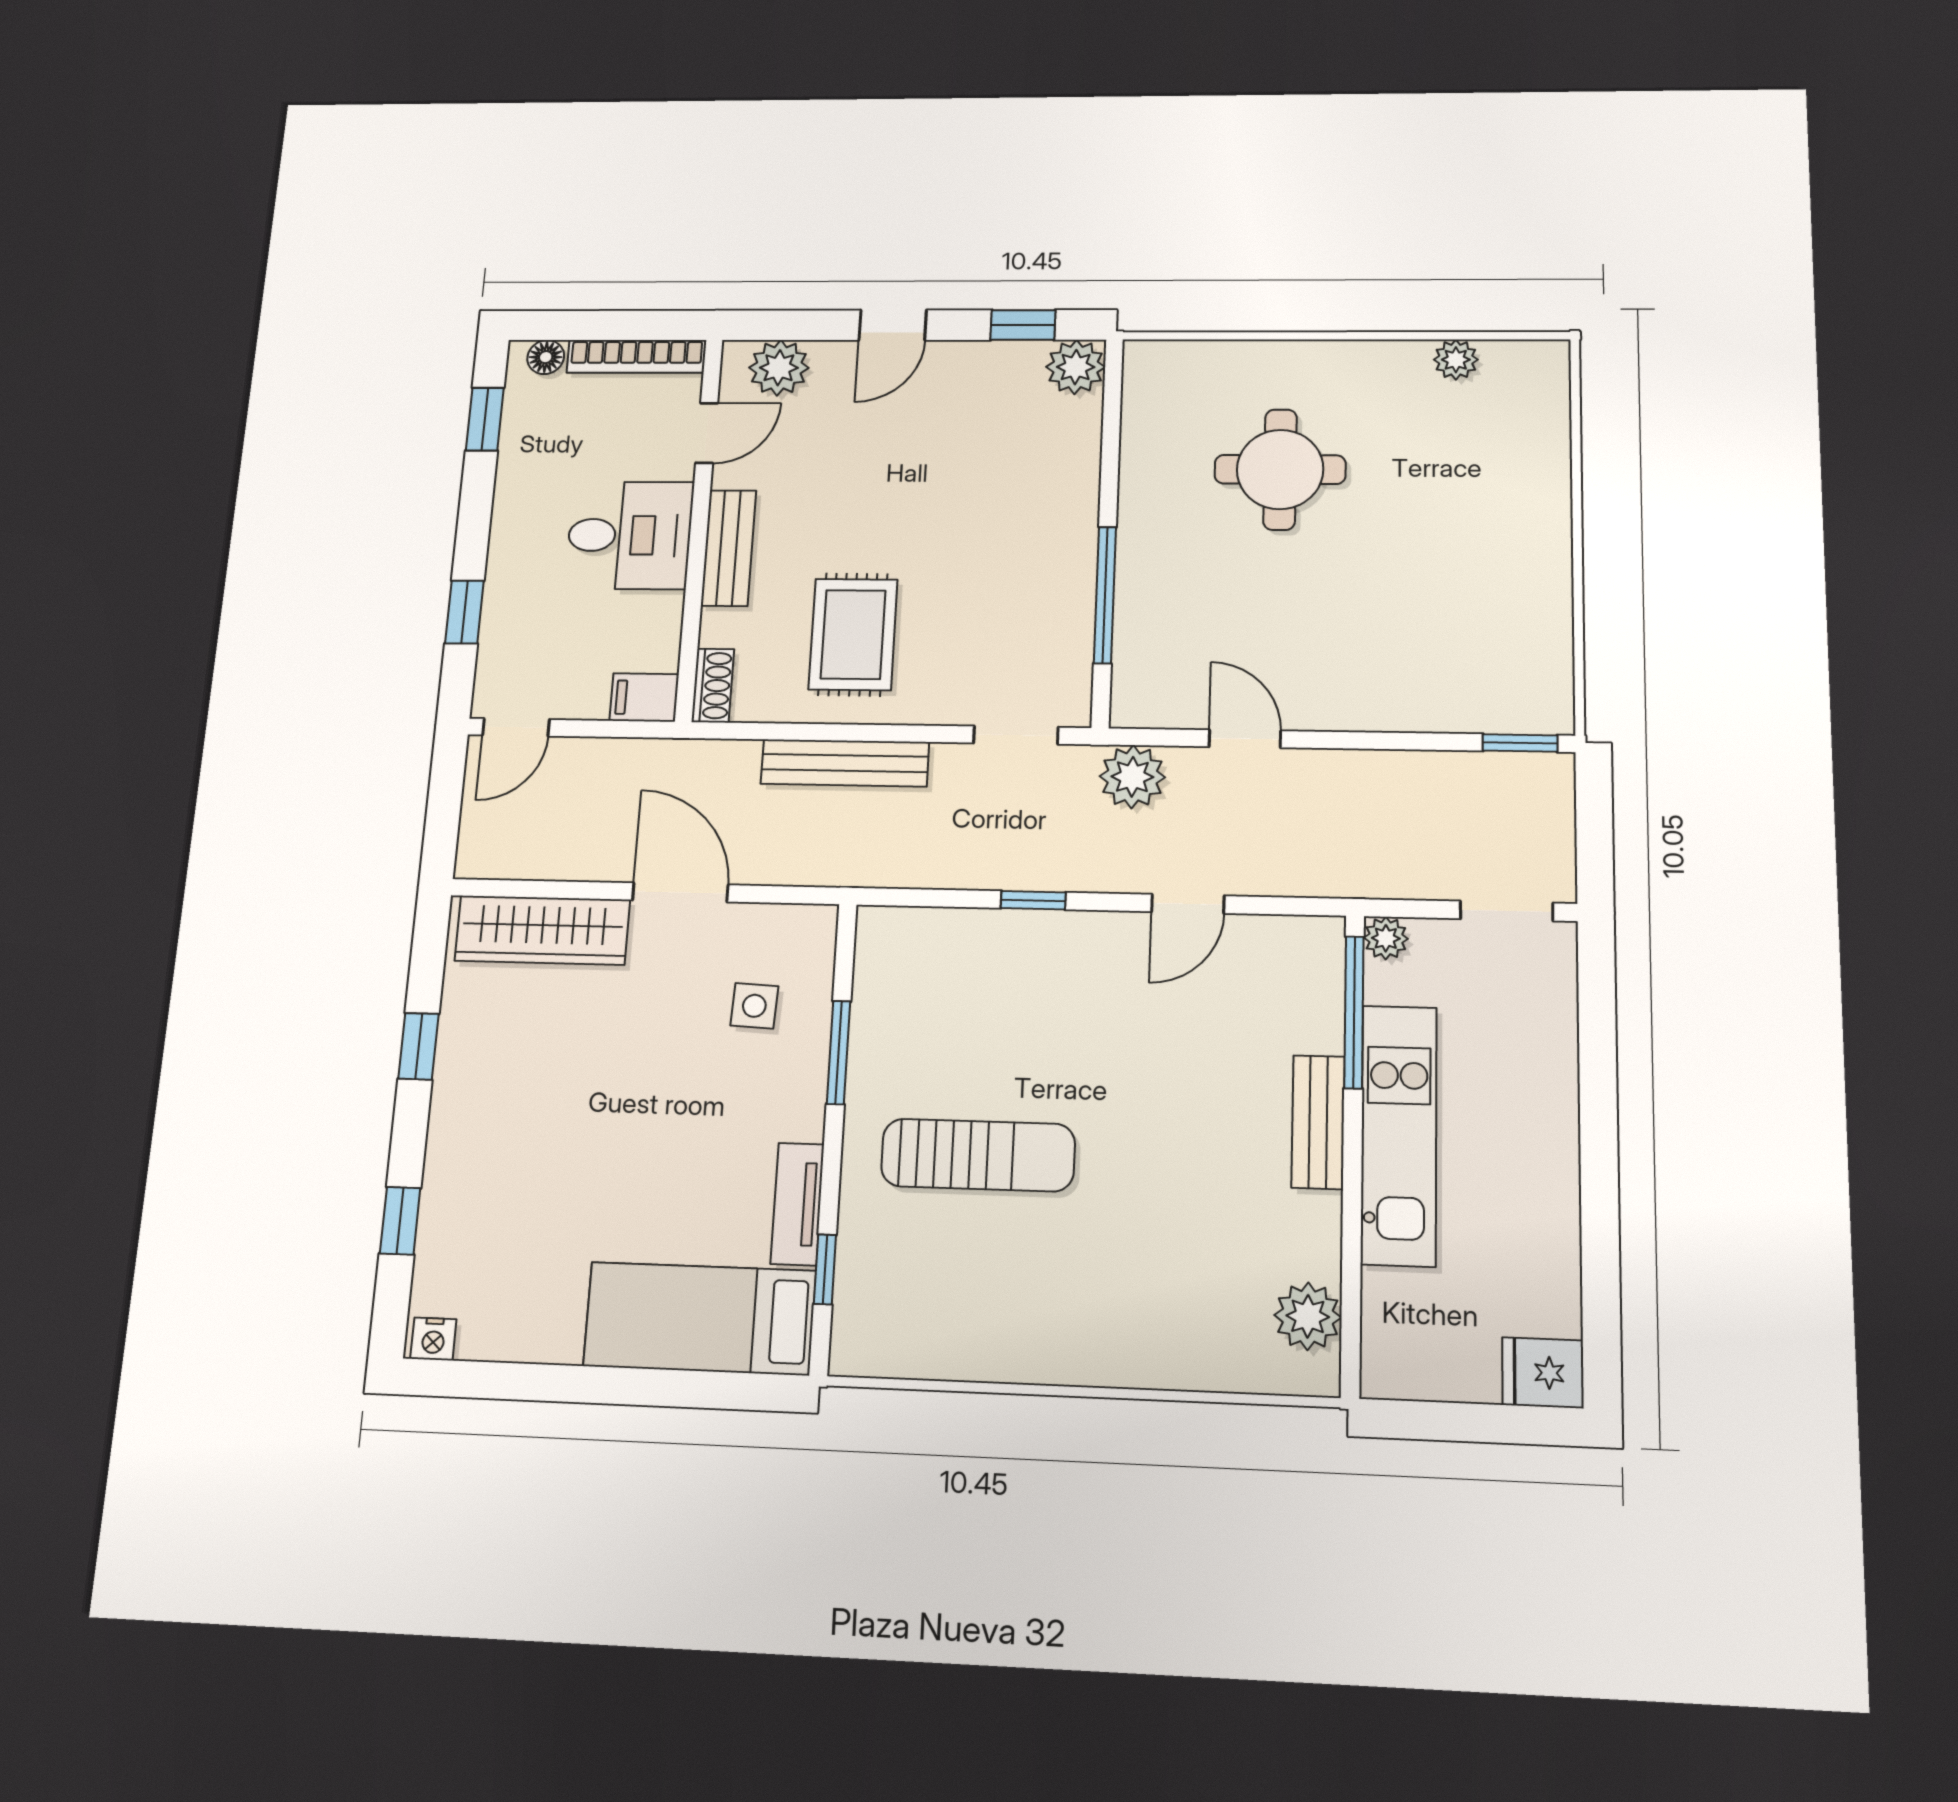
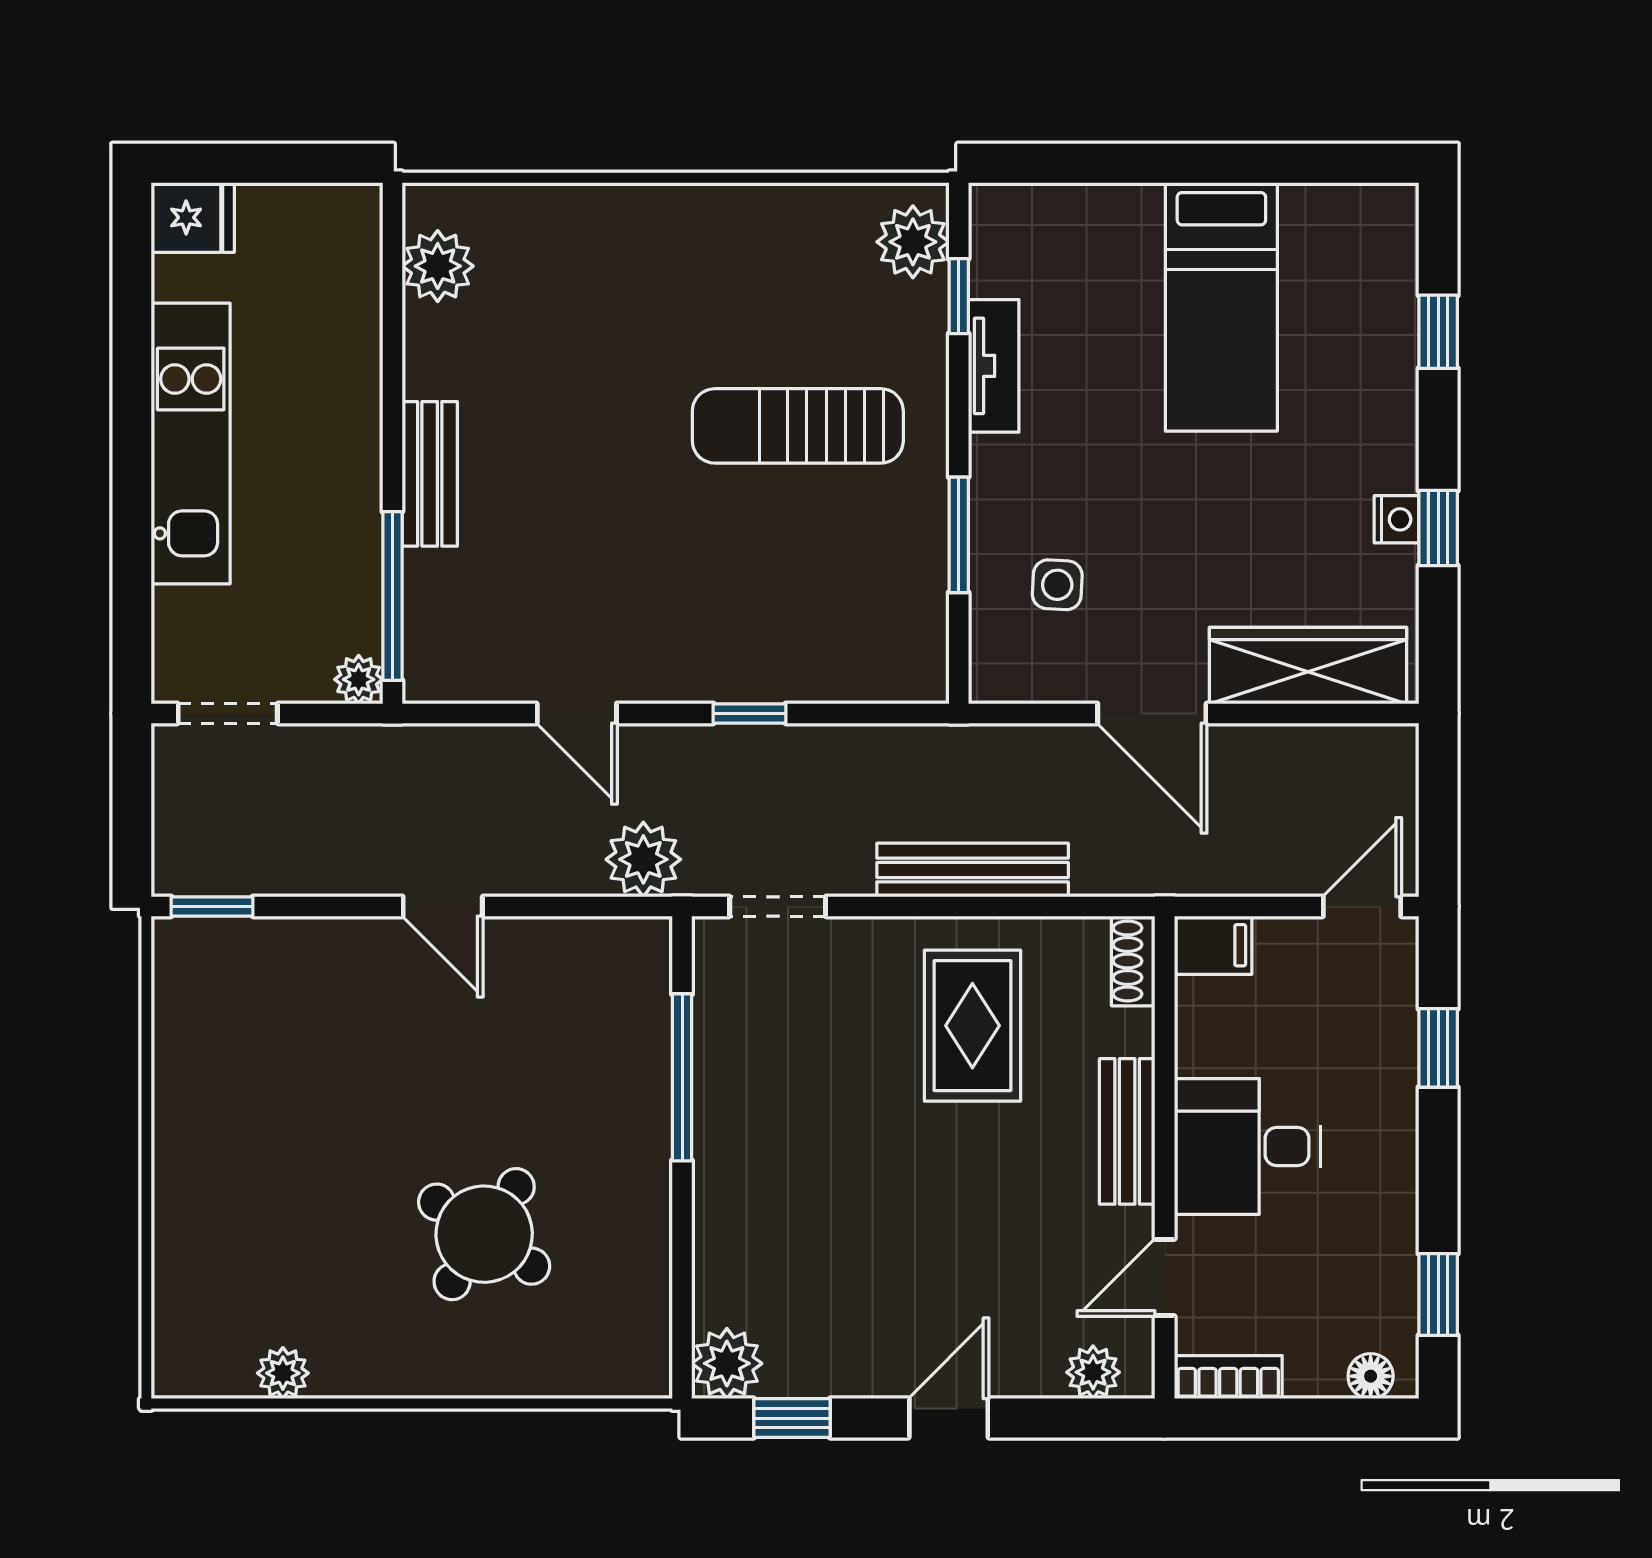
bookcase: (636, 356) -> (1228, 1377), width x0.64
plant: (779, 368) -> (1093, 1372), width x0.73, depth x0.73
round table: (1280, 469) -> (484, 1234), turned 34
door: (1245, 739) -> (443, 906), moved
door: (1188, 904) -> (577, 713), swing flipped
kitchen unit: (1399, 1135) -> (191, 444), moved, turned 180
bed: (700, 1318) -> (1221, 307), moved, turned 90
plant: (864, 1322) -> (913, 242), added
nightstand: (433, 1339) -> (1396, 519), moved, turned 90

